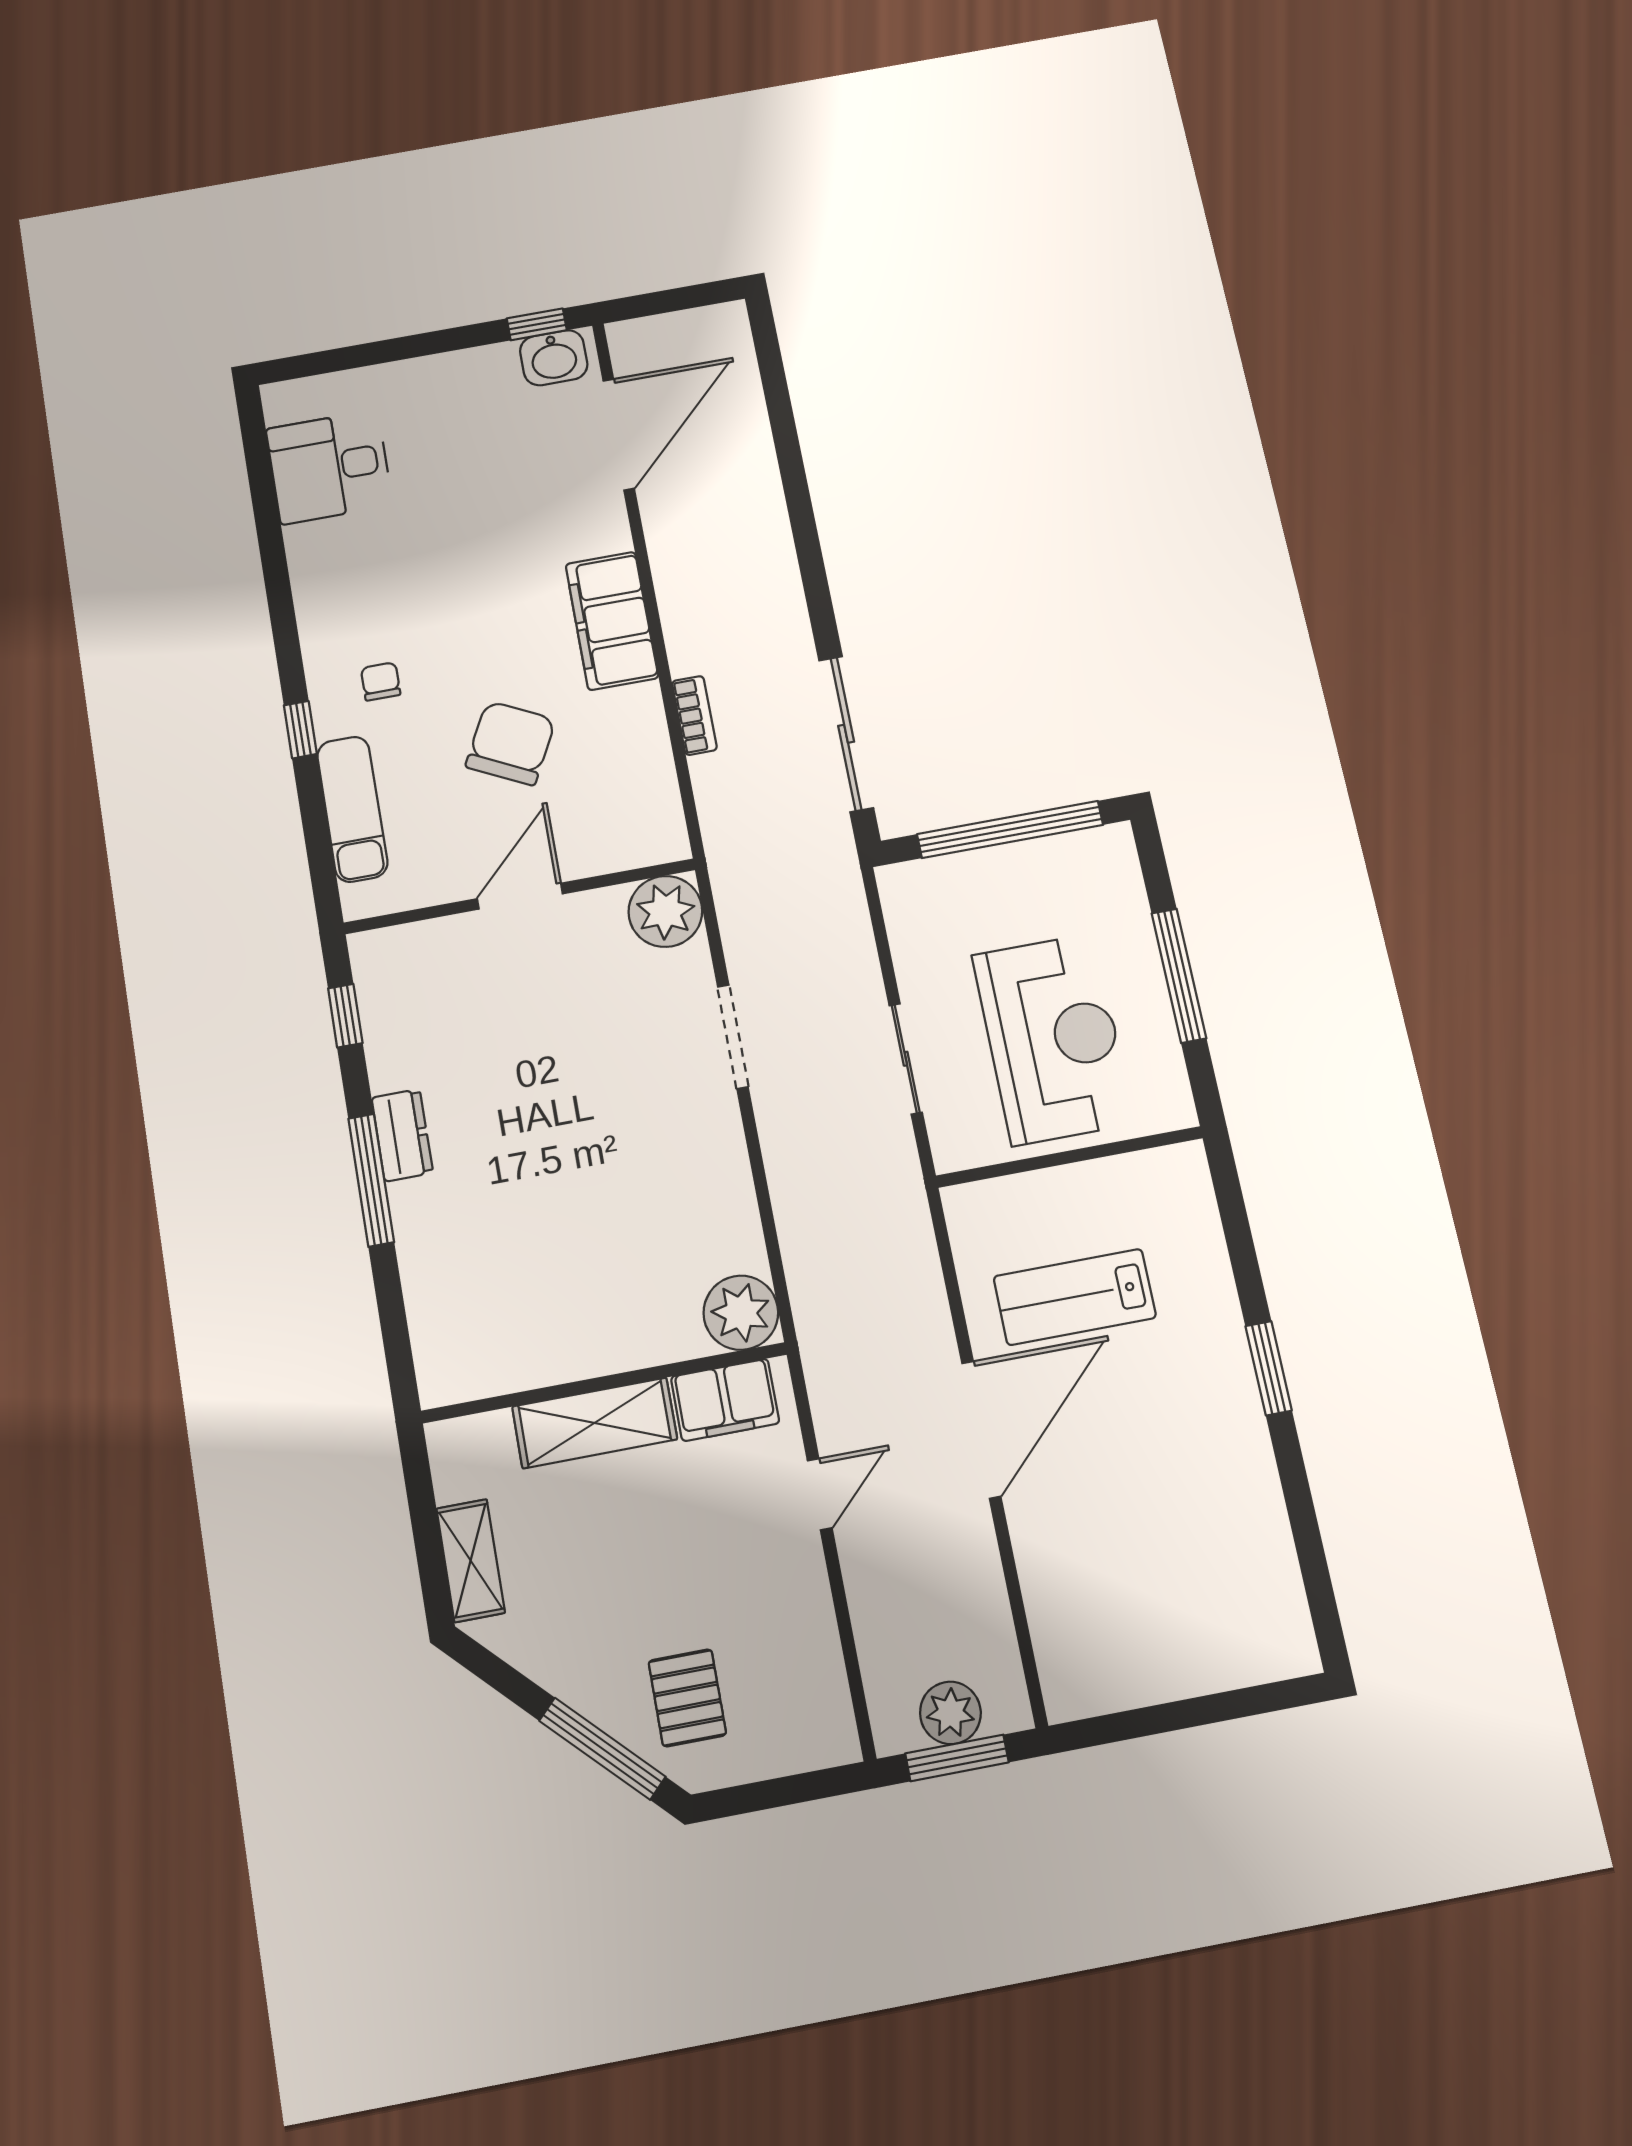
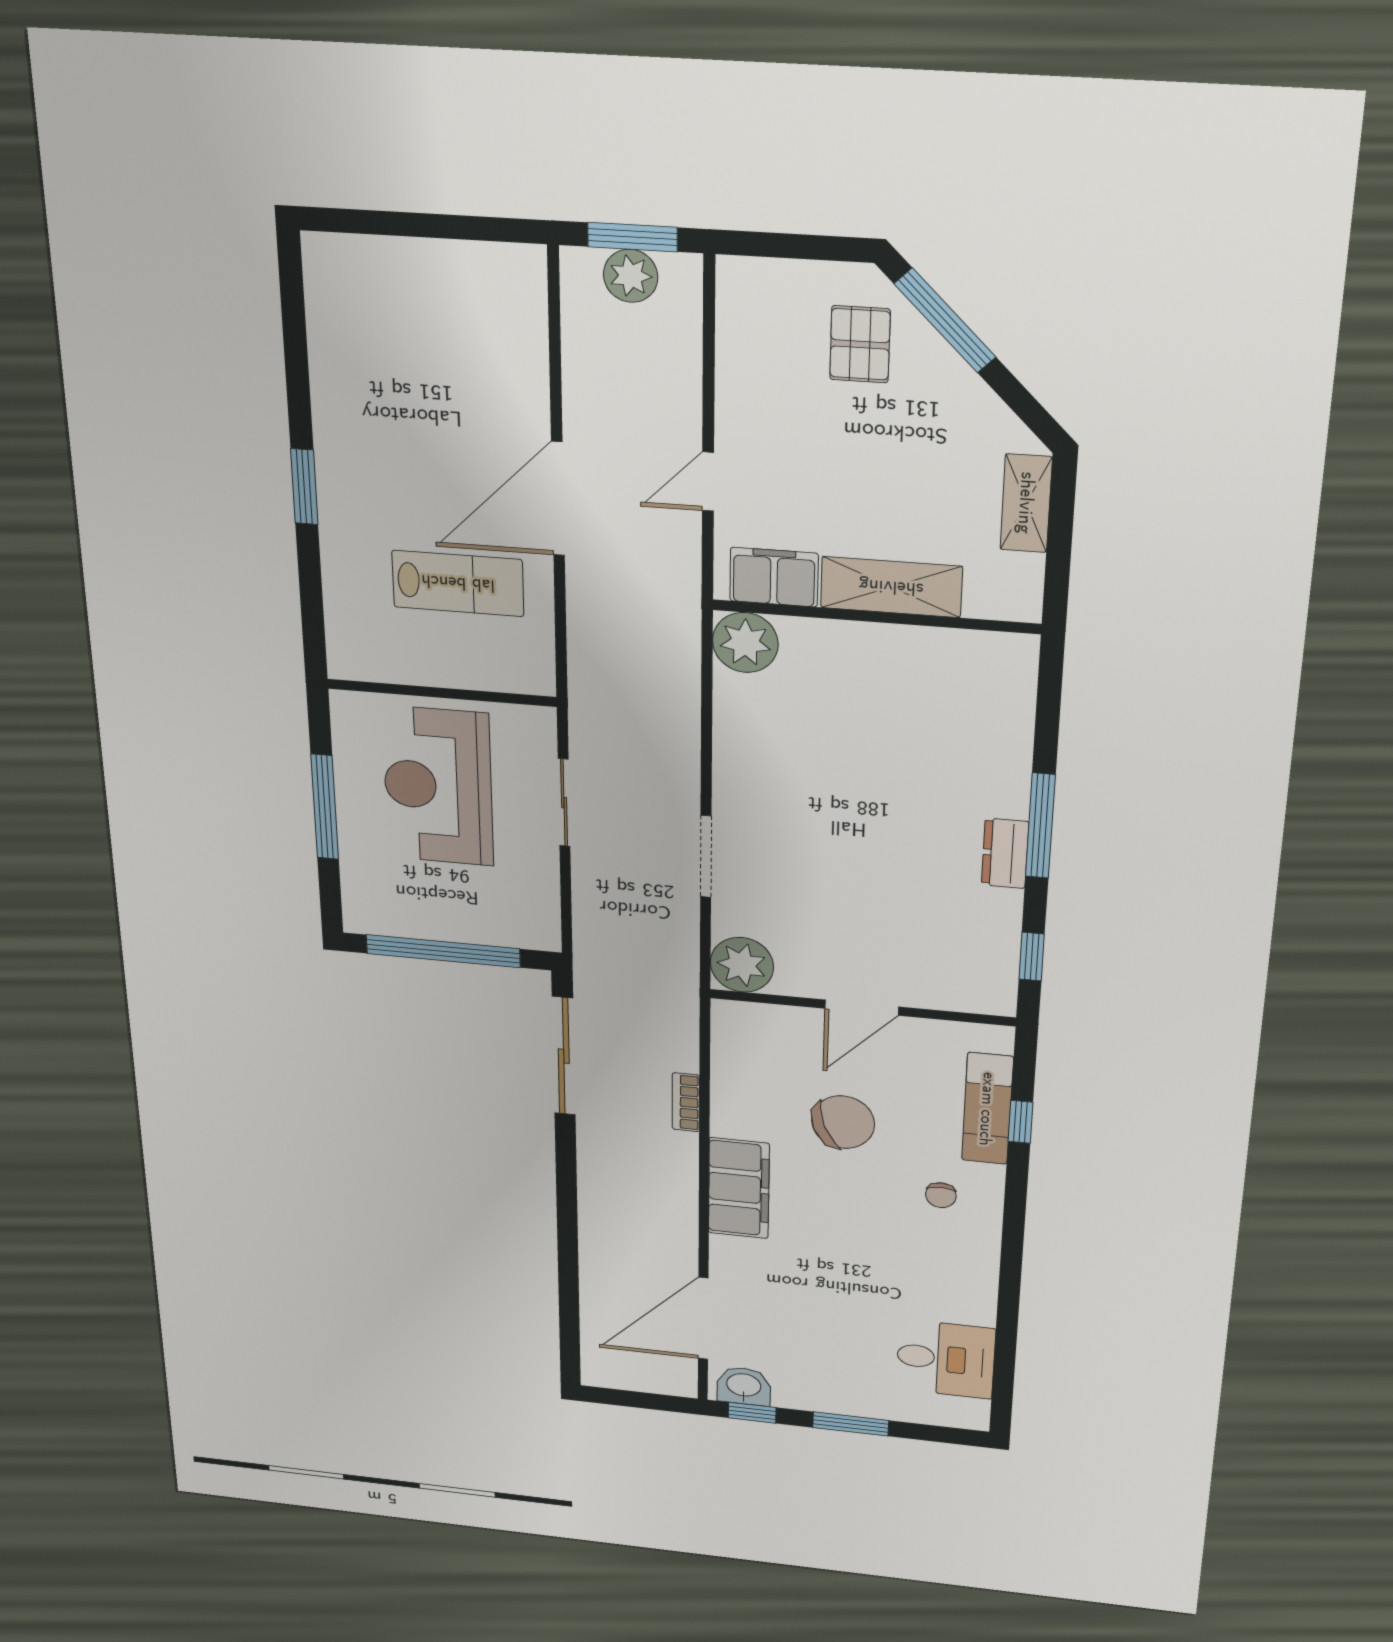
window: (420, 345) -> (851, 1424), added
window: (300, 730) -> (1021, 1122), moved
chair: (511, 743) -> (843, 1122), turned -138

